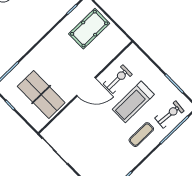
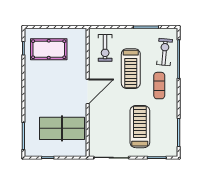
pool table: (89, 29) -> (49, 49), turned 90
exercise bike: (118, 79) -> (105, 48), moved, turned 180
treadmill: (98, 150) -> (140, 127), added

